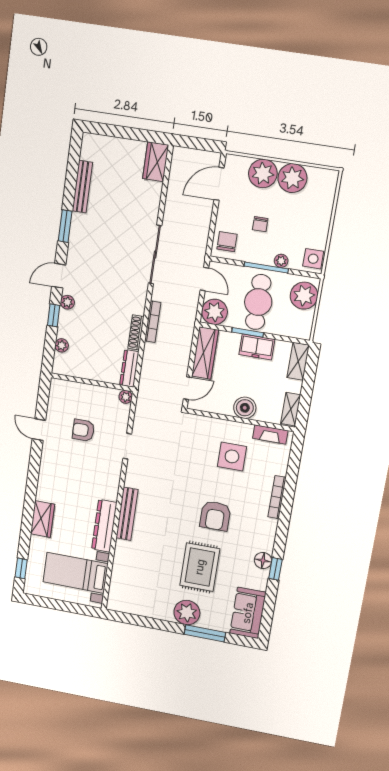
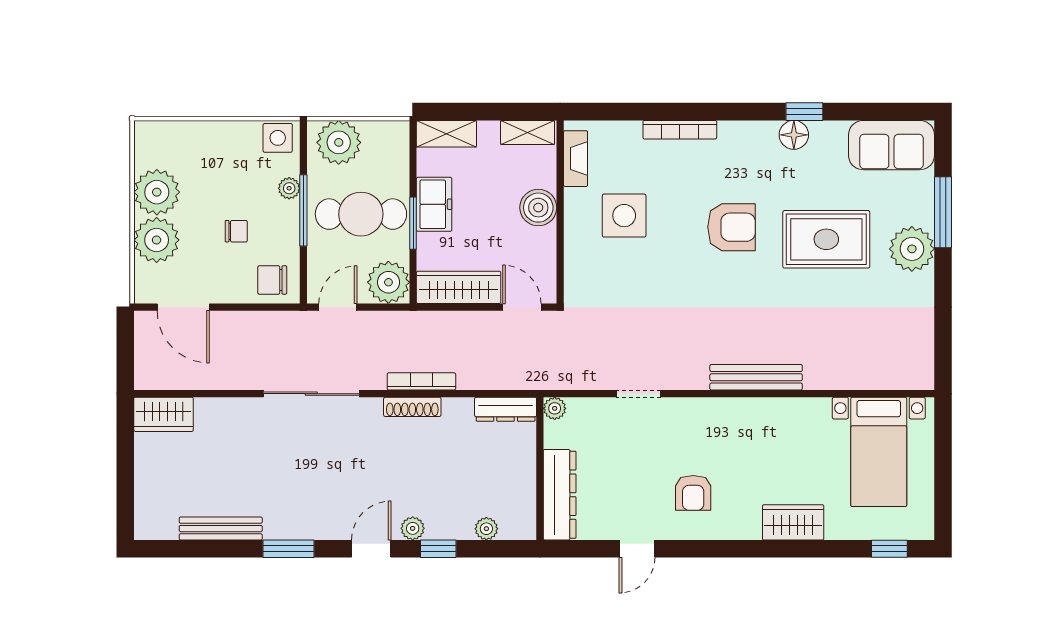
door: (59, 276) -> (371, 549), swing flipped
shoe rack: (136, 332) -> (412, 407), moved
armchair: (83, 430) -> (693, 493), moved
dresser: (104, 526) -> (560, 495), moved, turned -90

